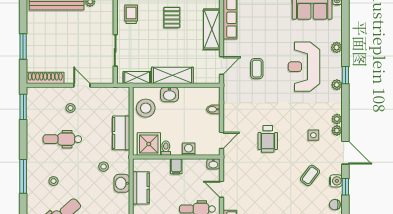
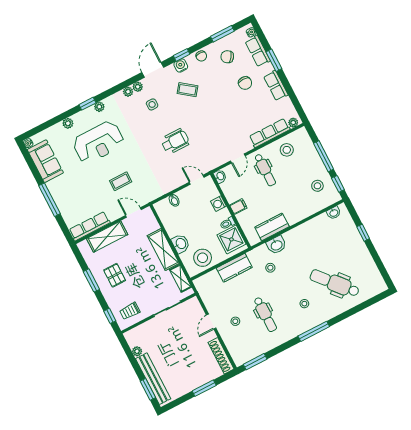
pallet: (172, 17) -> (115, 275), turned 90

